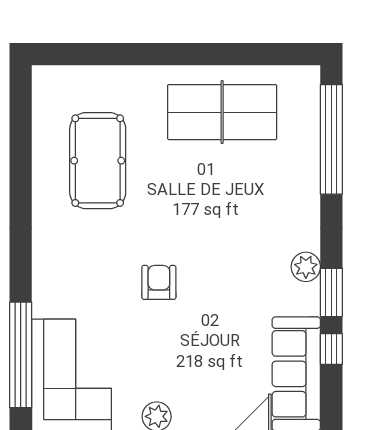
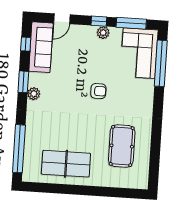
armchair: (159, 282) -> (98, 91), turned -90
window: (331, 349) -> (26, 44), moved

